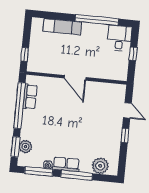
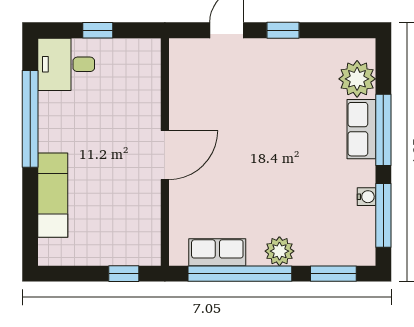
plant: (25, 147) -> (279, 251), moved
row of seats: (66, 164) -> (361, 129), moved

